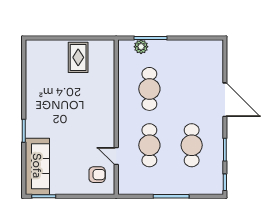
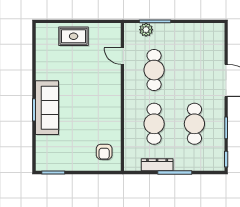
rug: (78, 57) -> (74, 36), moved, turned 90
door: (116, 156) -> (122, 56), moved
sofa: (37, 166) -> (47, 108), moved
armchair: (97, 175) -> (104, 152), turned 90
dresser: (153, 188) -> (157, 165), added

